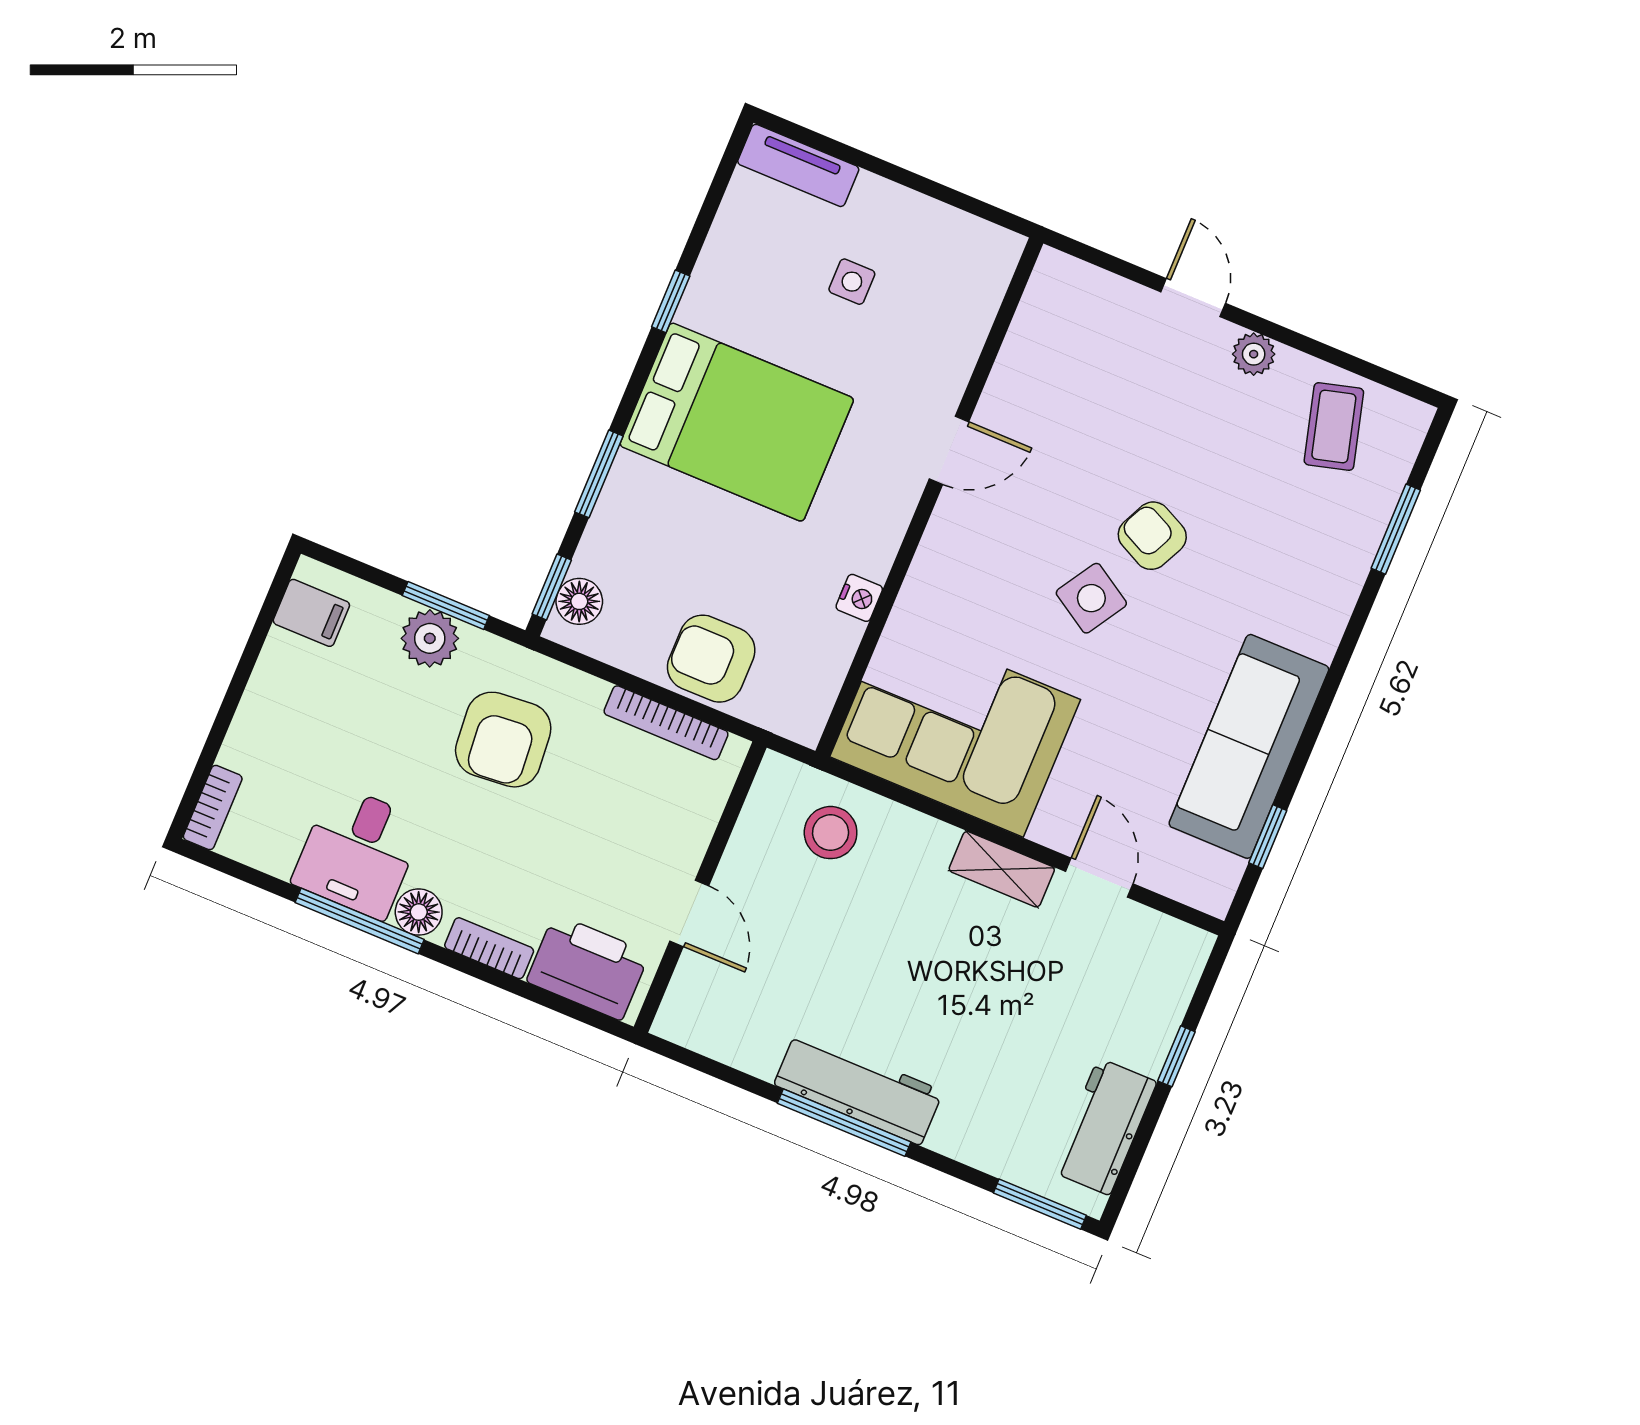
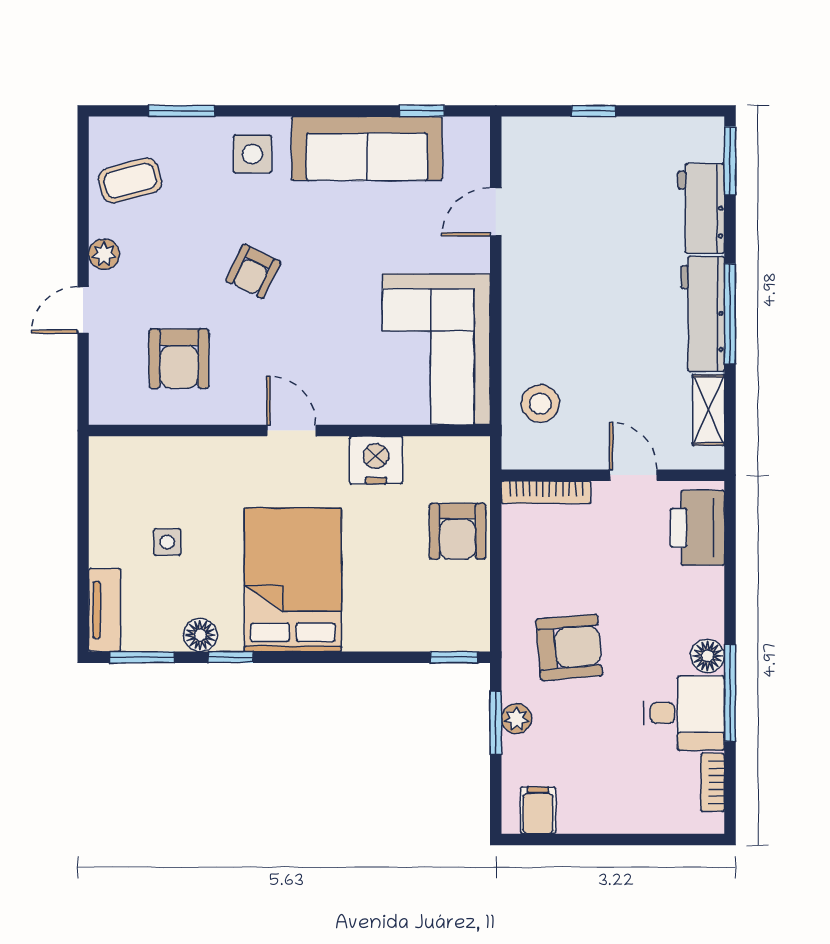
armchair: (1080, 394) -> (179, 359), added
door: (949, 450) -> (291, 431), moved
window: (599, 474) -> (142, 657), moved
nightstand: (859, 598) -> (376, 460), width x1.89, depth x1.79
side table: (1091, 598) -> (252, 154), moved, turned -32
floor lamp: (579, 601) -> (200, 635), moved
plant: (430, 638) -> (516, 719), width x0.73, depth x0.73
bookcase: (666, 723) -> (546, 492), moved, turned 90
bookcase: (213, 808) -> (713, 782), moved, turned -90
shelving: (1002, 869) -> (708, 410), moved
door: (689, 913) -> (633, 475), hinge flipped
bookcase: (489, 948) -> (712, 599), removed
workbench: (1104, 1127) -> (701, 209), moved, turned 90

